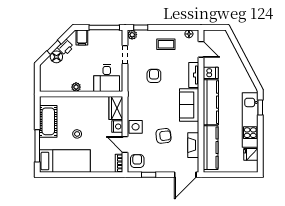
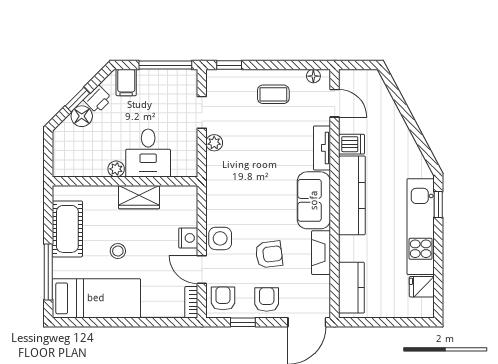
plant: (132, 35) -> (214, 143), moved
armchair: (154, 76) -> (267, 299), moved
desk: (107, 78) -> (148, 153), moved
wardrobe: (116, 108) -> (139, 197), moved, turned -90
fireplace: (193, 145) -> (321, 253), moved
kitchen counter: (211, 148) -> (351, 288), width x0.67

